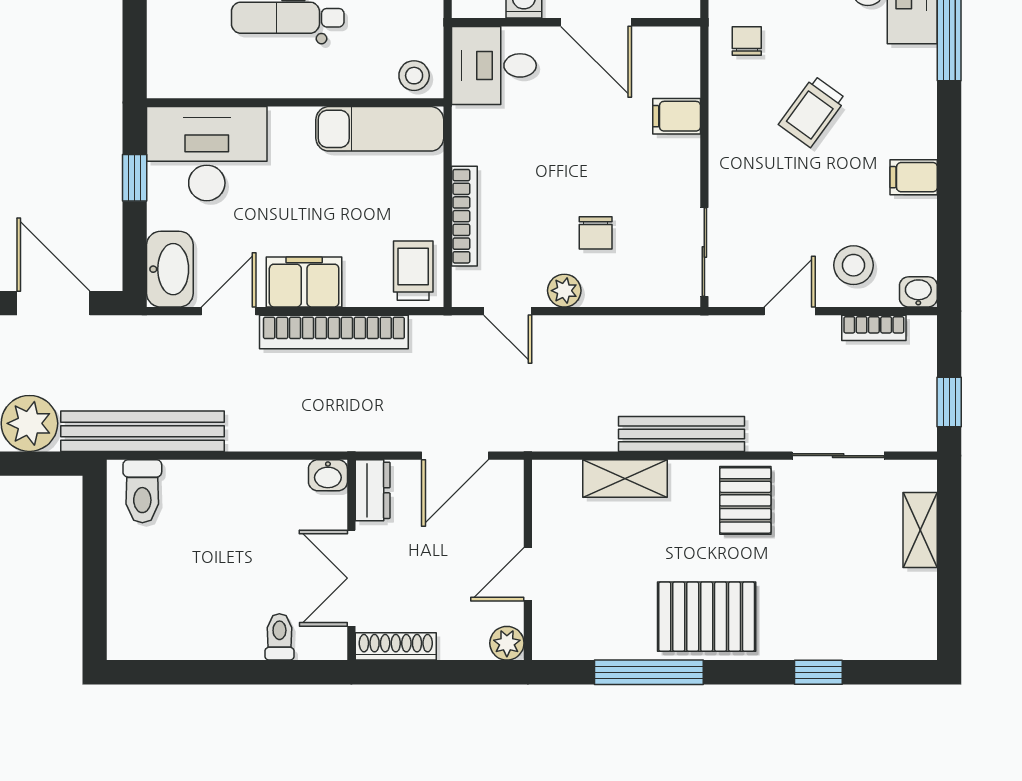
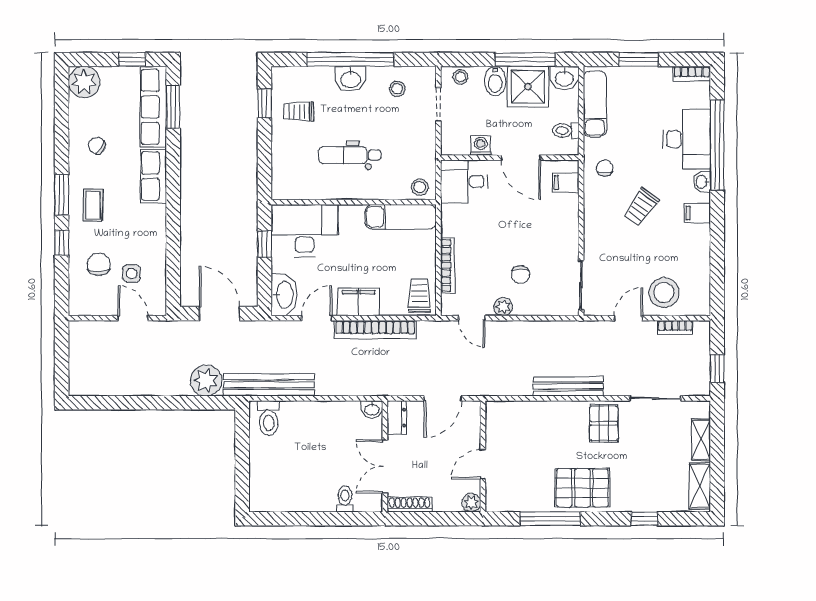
filing cabinet: (677, 116) -> (566, 183), moved
filing cabinet: (914, 177) -> (697, 213), moved
stool: (853, 265) -> (664, 293), width x1.38, depth x1.38
washbasin: (918, 292) -> (702, 182), moved, turned -90
shelving: (625, 479) -> (700, 486), moved, turned 90

